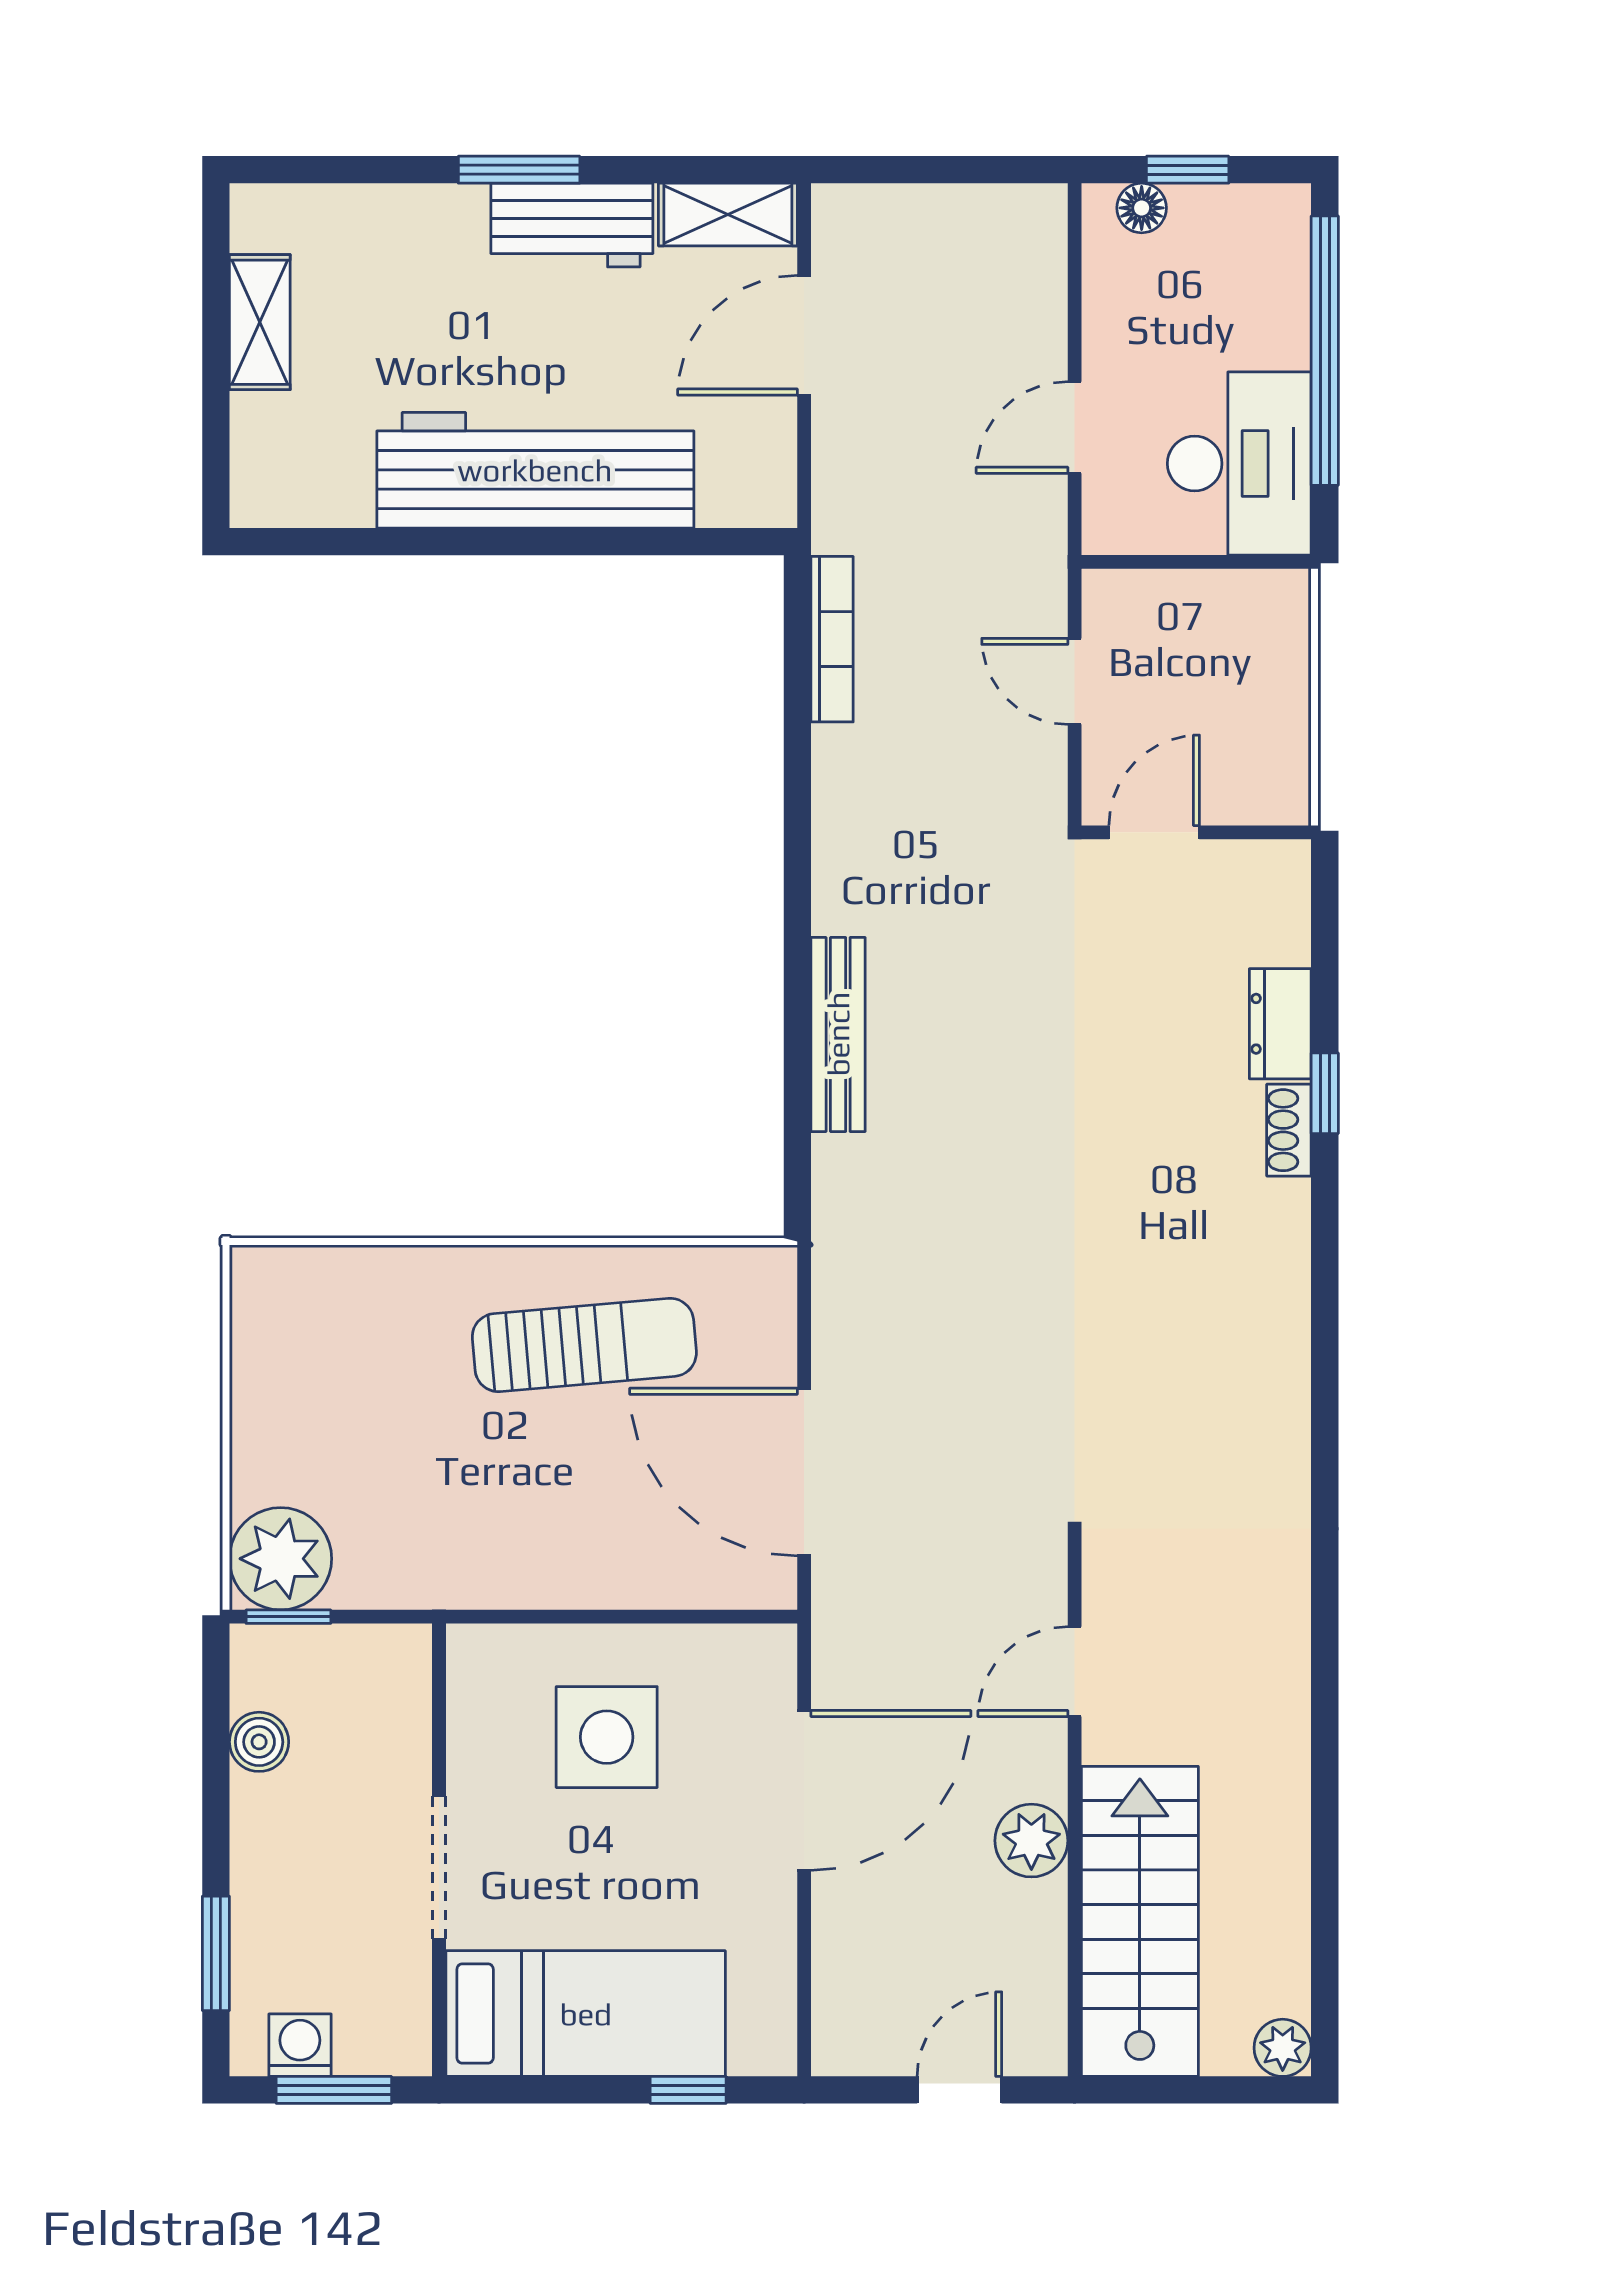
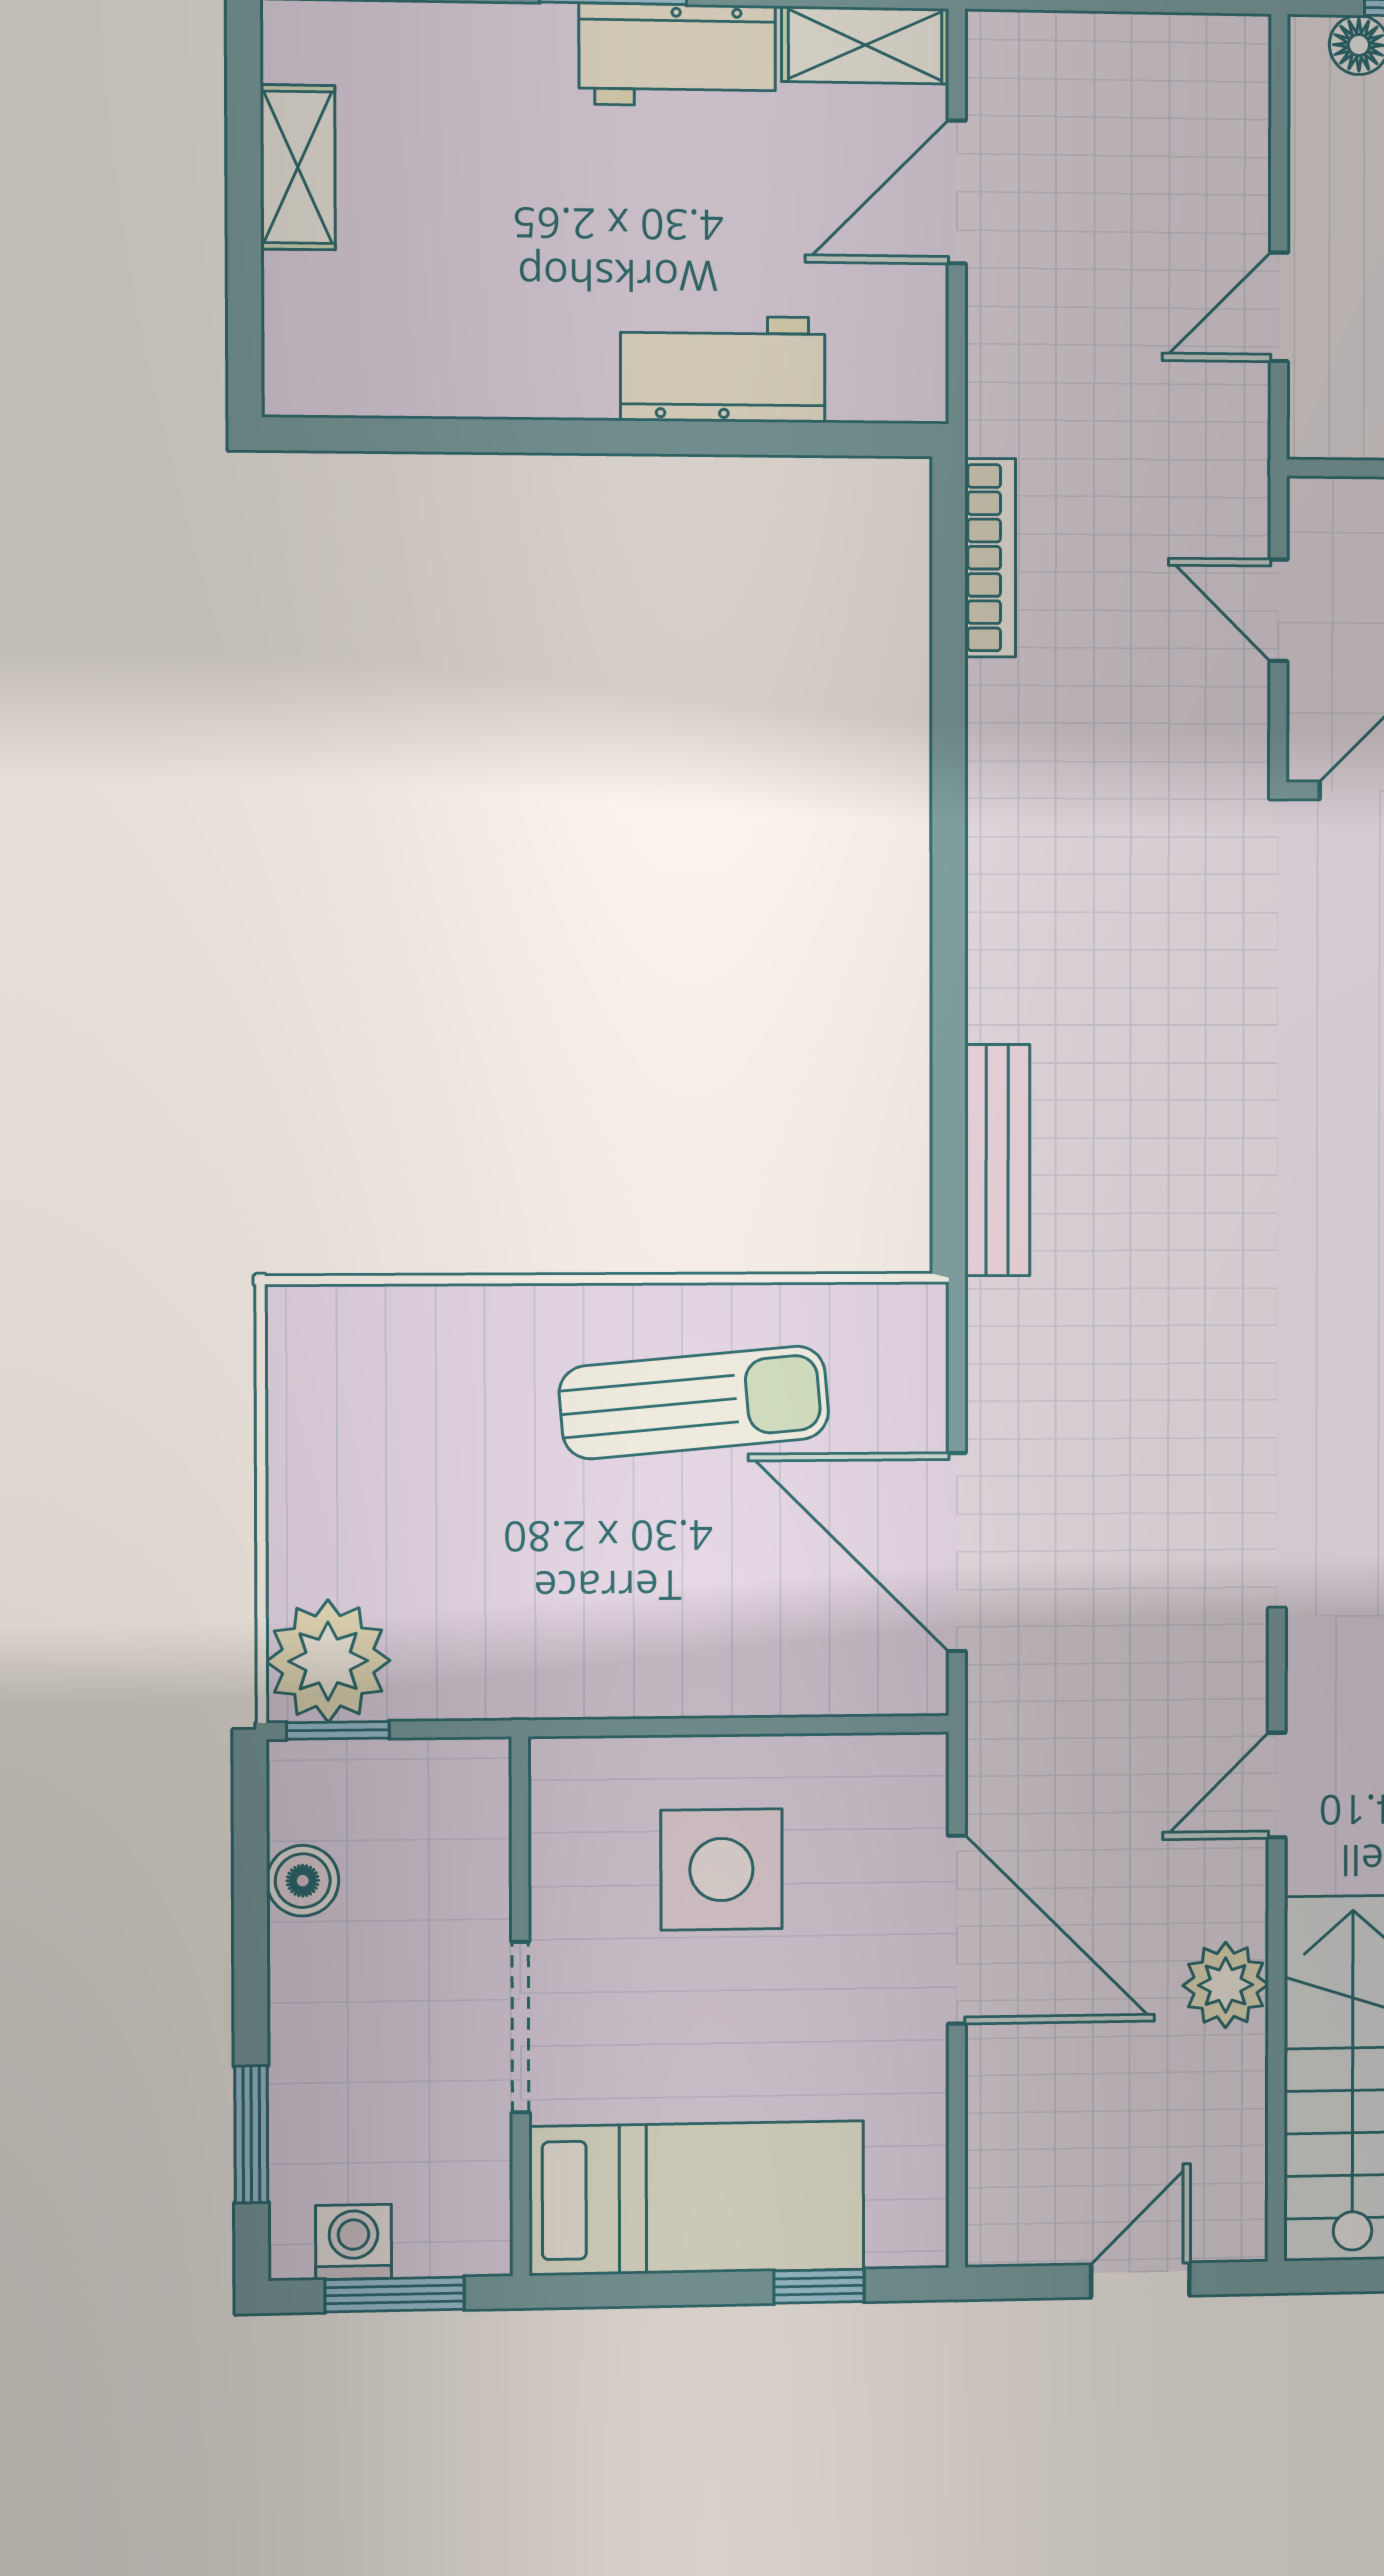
workbench: (535, 470) -> (723, 369), width x0.53, depth x0.76
bench: (838, 1034) -> (997, 1160), moved
door: (804, 1790) -> (957, 1930), hinge flipped

